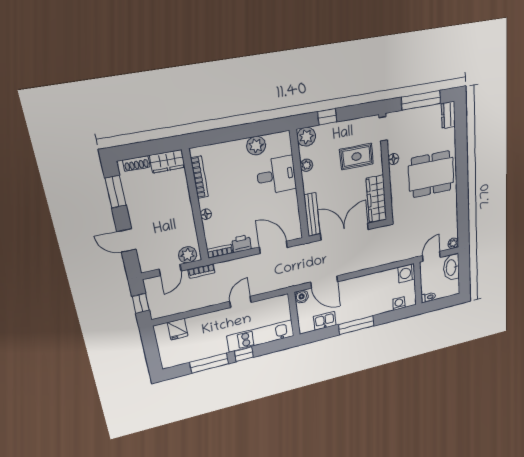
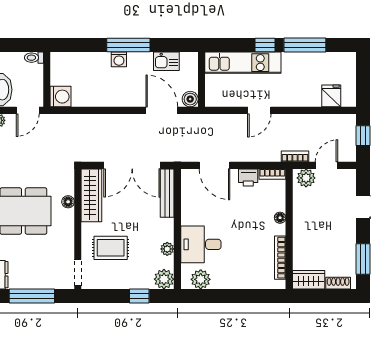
plant: (256, 146) -> (201, 279), moved
floor lamp: (393, 159) -> (68, 202), moved
washing machine: (399, 303) -> (119, 59), moved

